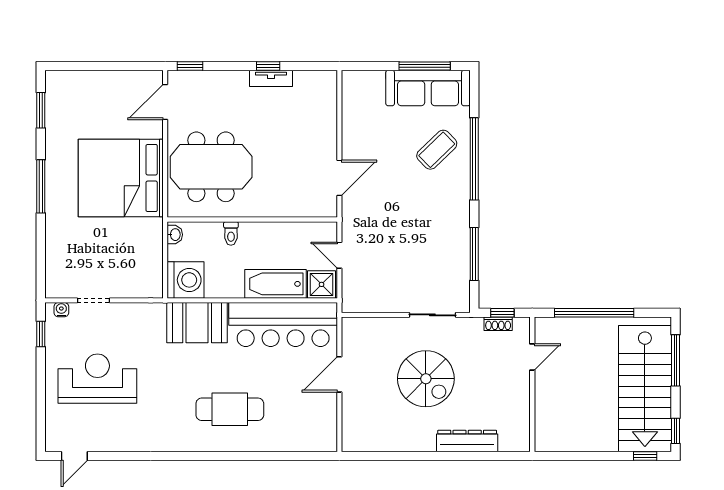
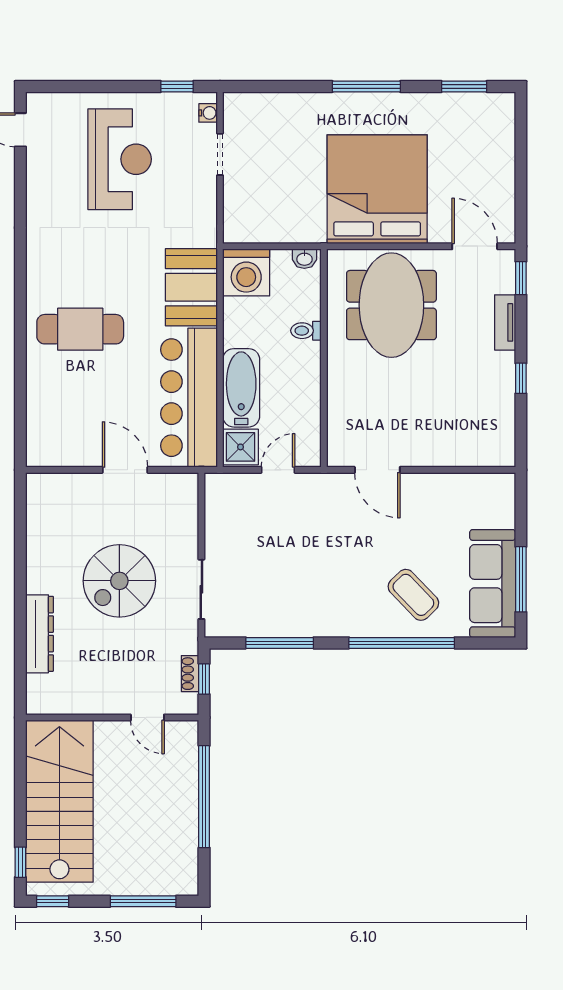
tv unit: (271, 78) -> (505, 322), moved
stairs: (645, 389) -> (59, 801), moved, turned 90
cafe table: (230, 409) -> (80, 329), turned 90

